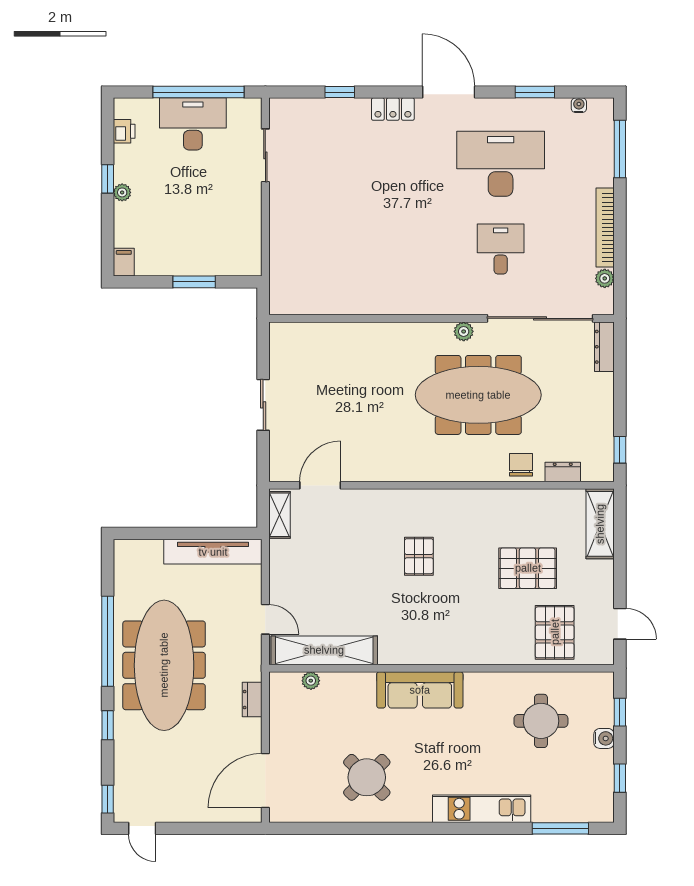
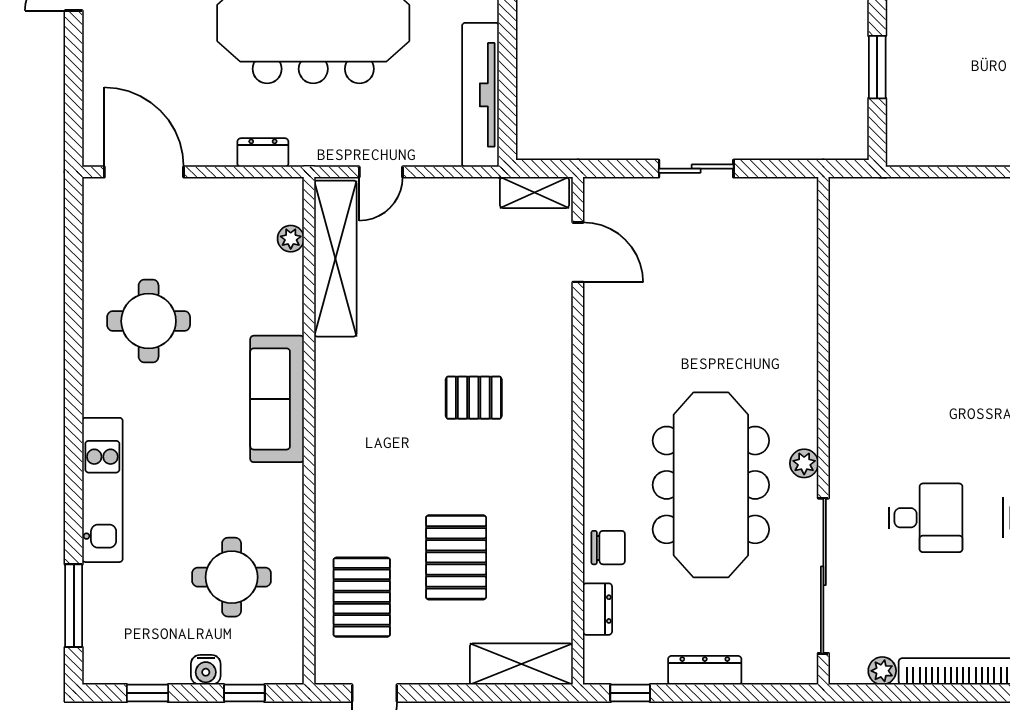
dresser: (604, 347) -> (705, 670), moved
pallet: (555, 632) -> (362, 597), turned 90
round table: (367, 777) -> (149, 321), turned 45

